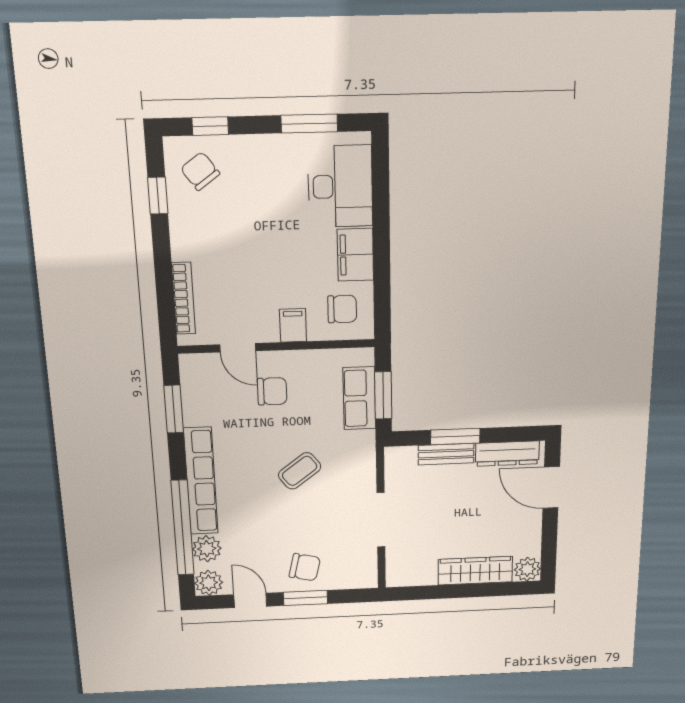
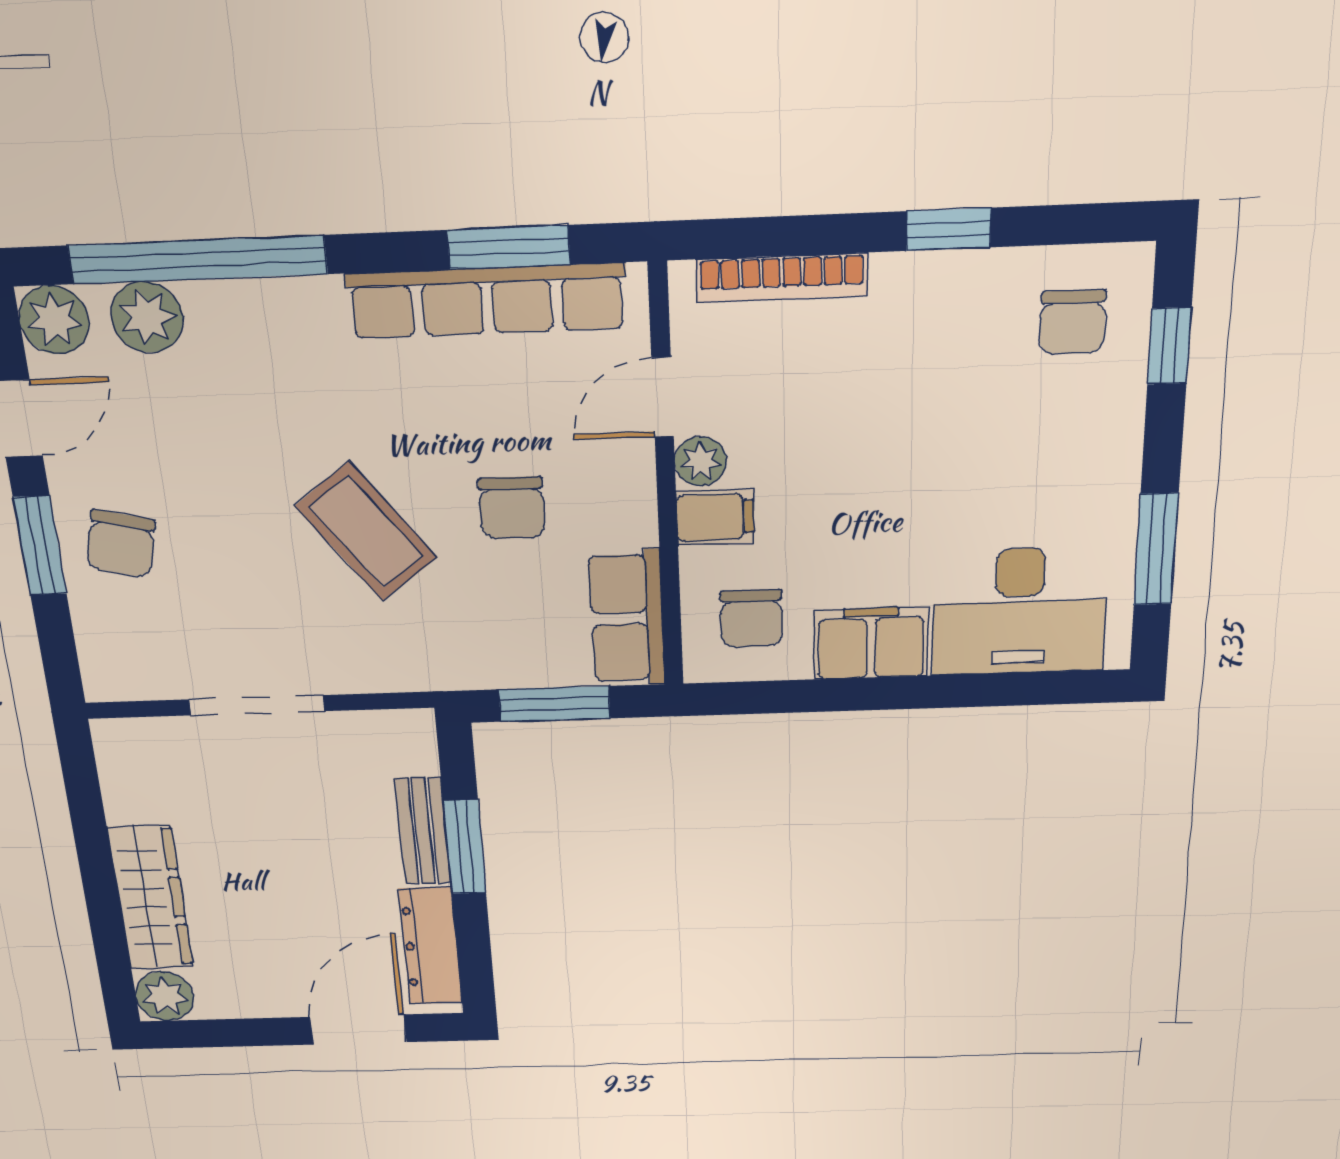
chair: (200, 171) -> (1072, 322), turned 126
window: (158, 196) -> (948, 229), moved
plant: (267, 332) -> (701, 461), added
chair: (272, 391) -> (512, 508), moved
row of seats: (359, 398) -> (627, 618), moved, turned -90
coffee table: (300, 471) -> (366, 532), width x1.36, depth x1.30
row of seats: (201, 481) -> (487, 301), moved

